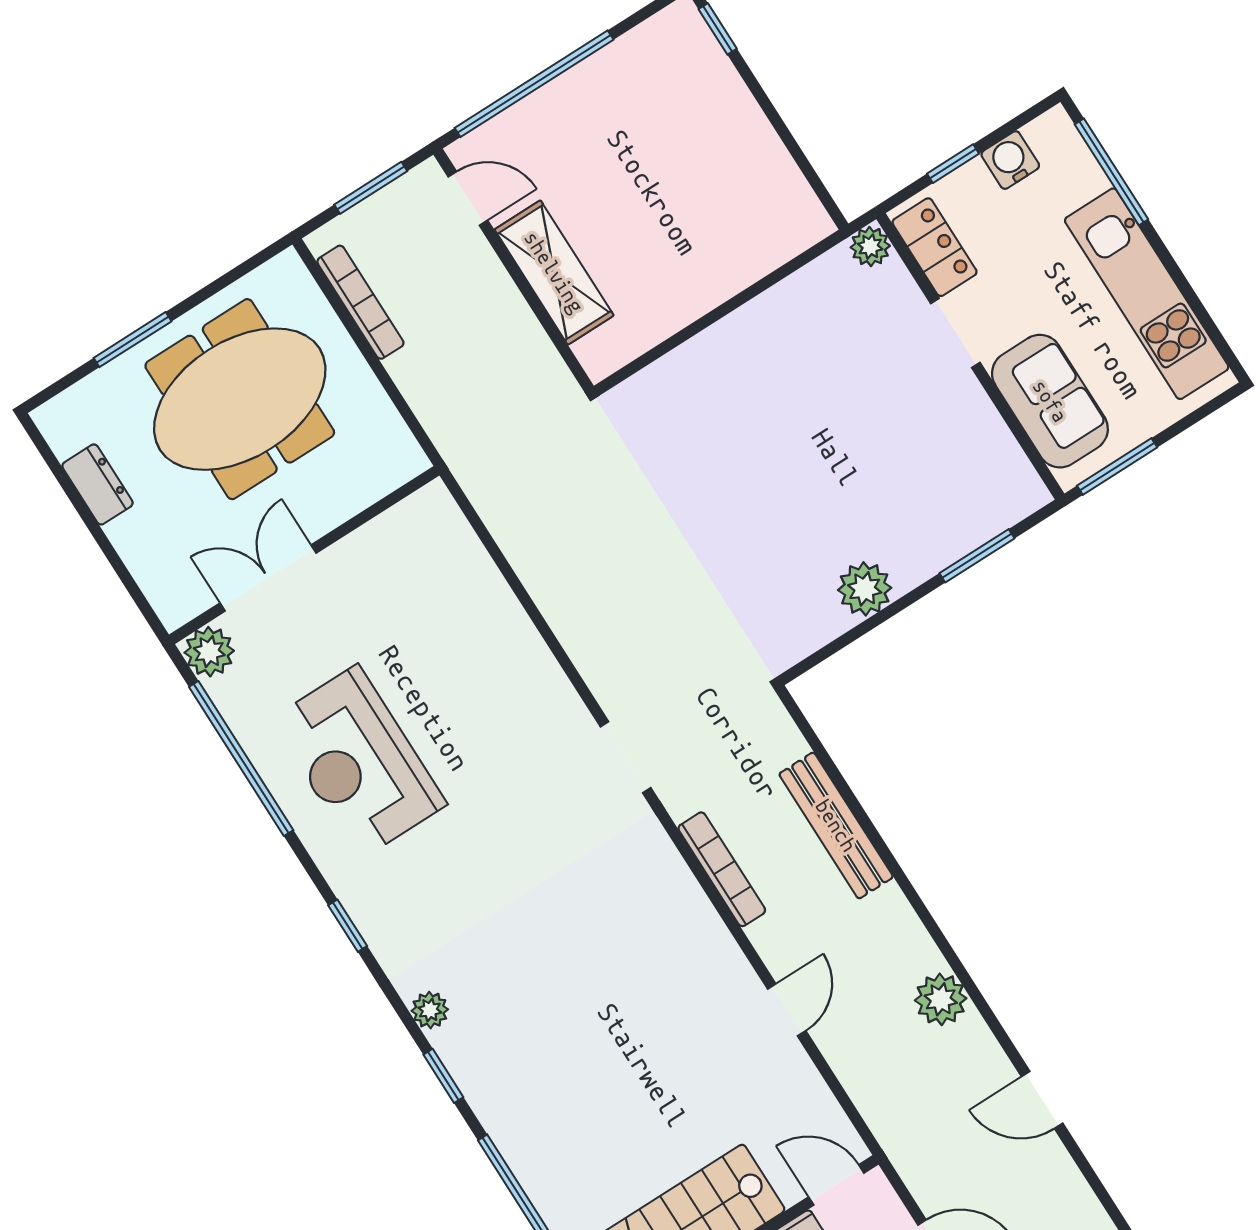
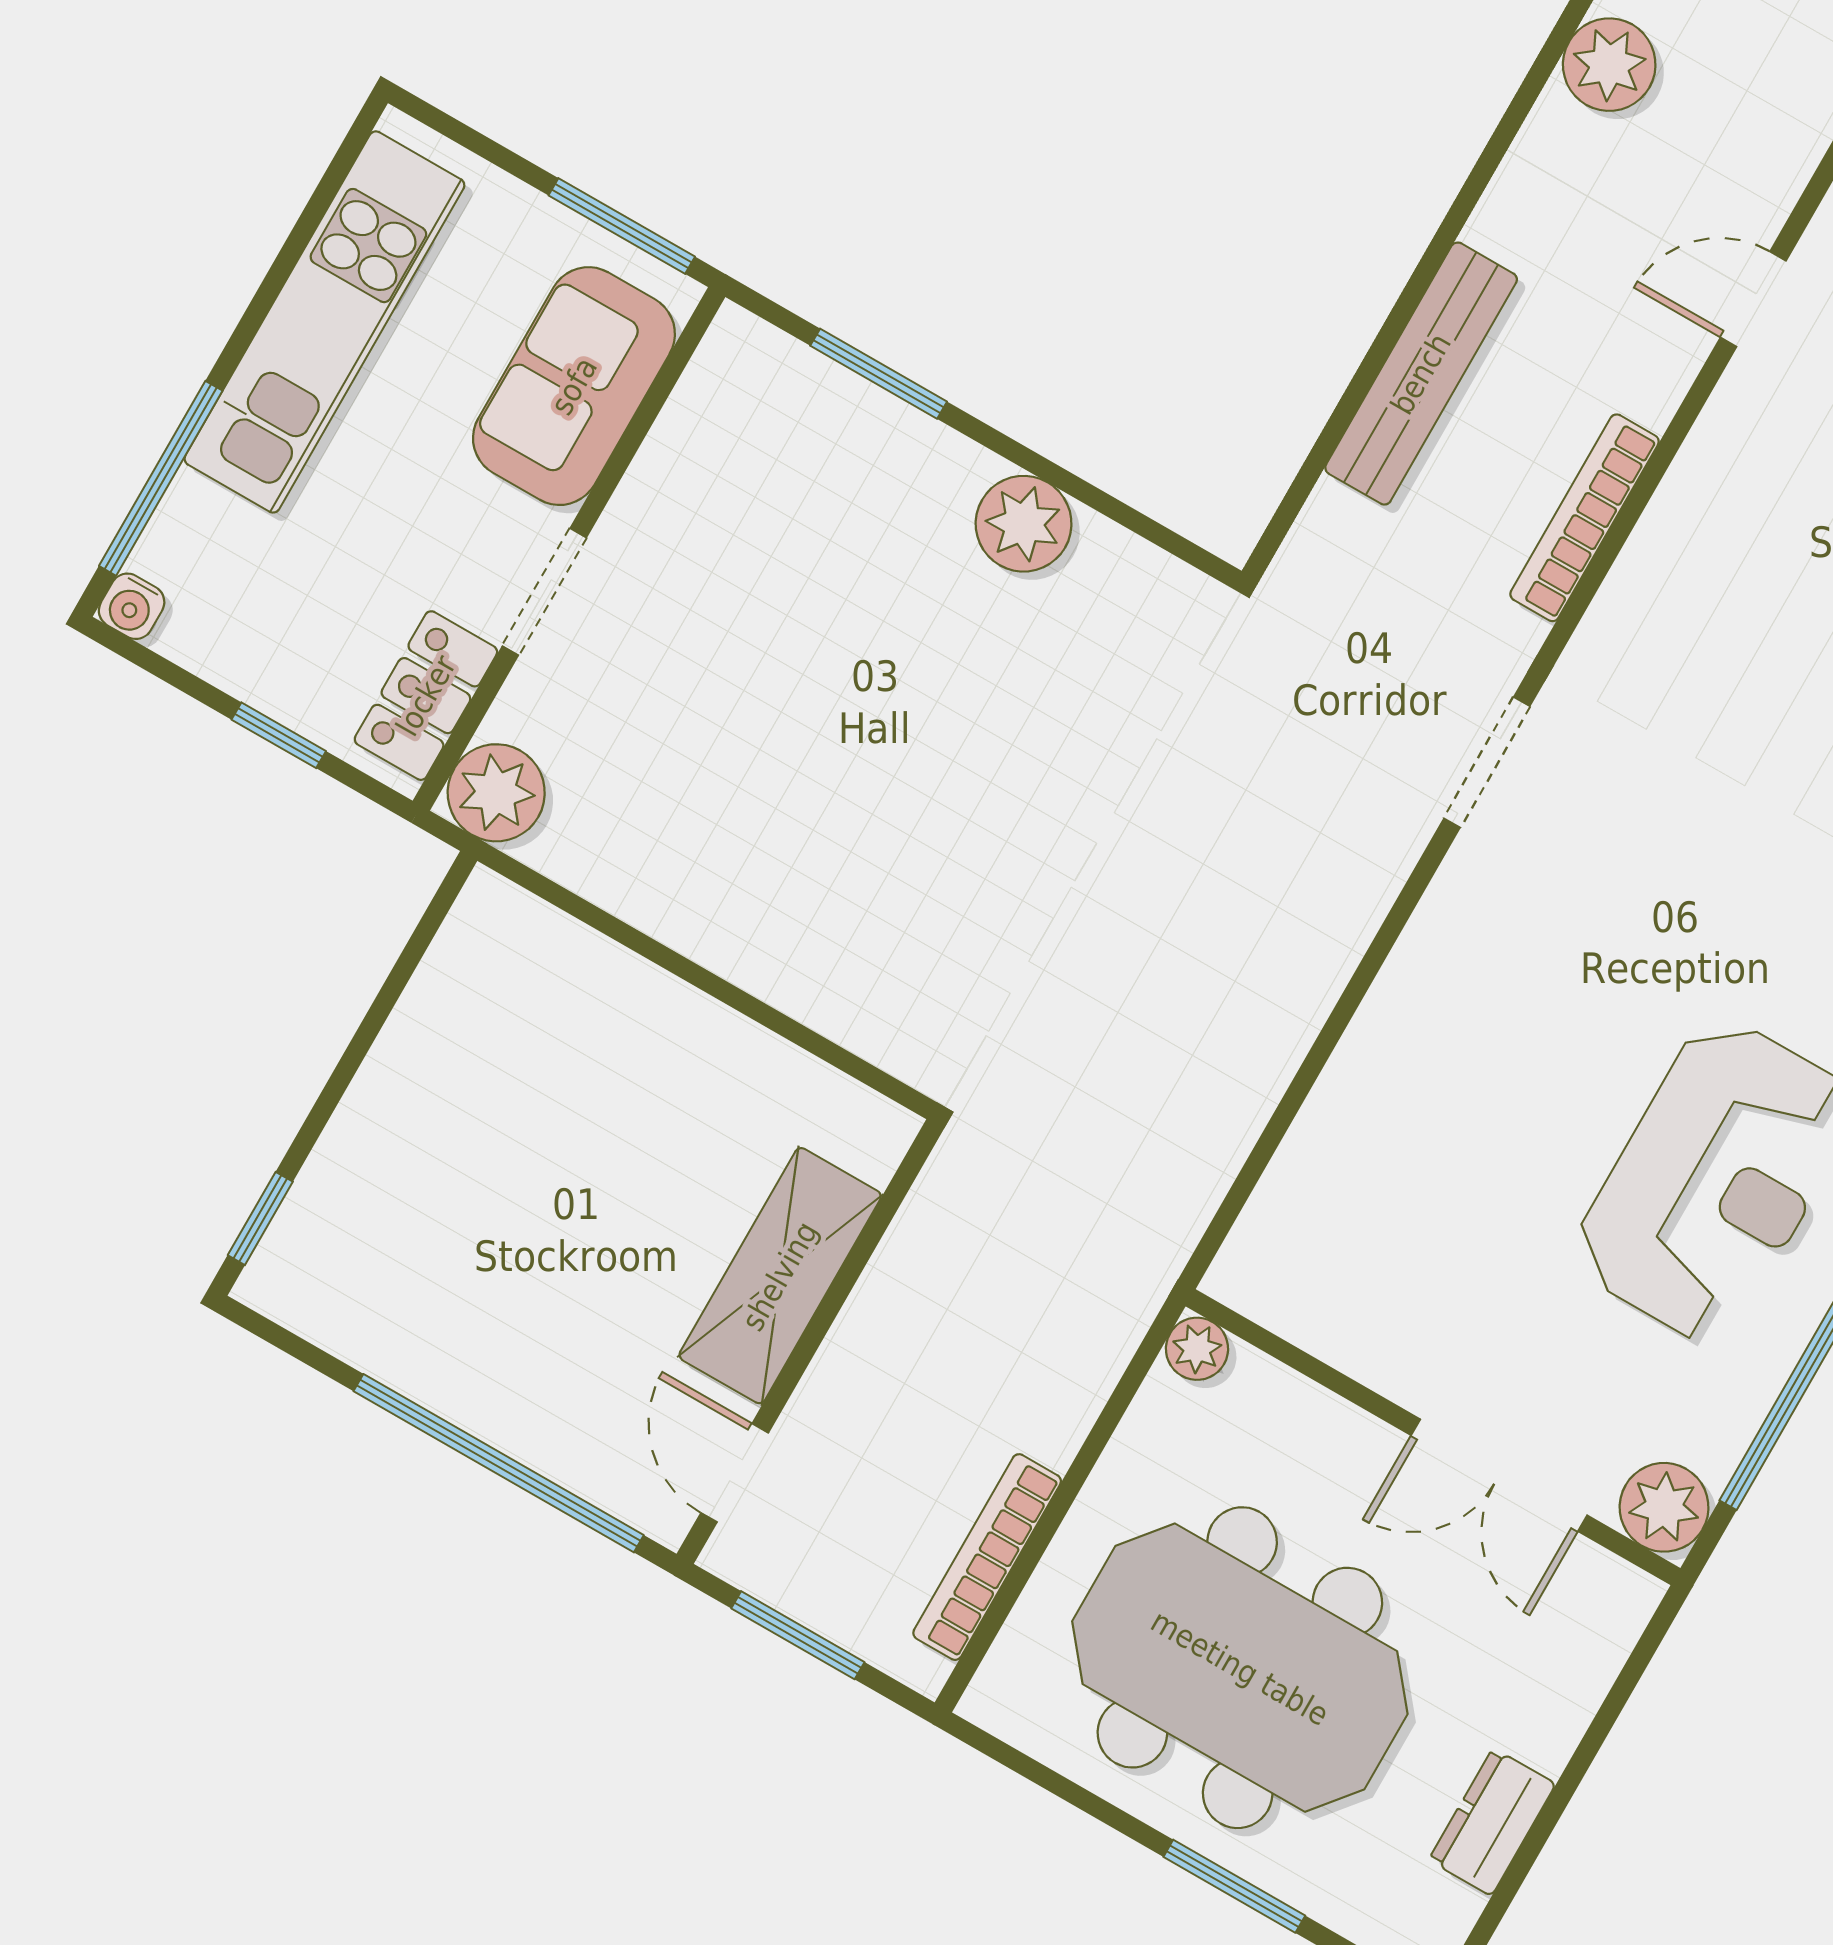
water cooler: (1010, 160) -> (132, 606), moved, width x0.72, depth x0.72
plant: (870, 247) -> (496, 793), width x1.38, depth x1.38
plant: (409, 461) -> (1197, 1349), added

